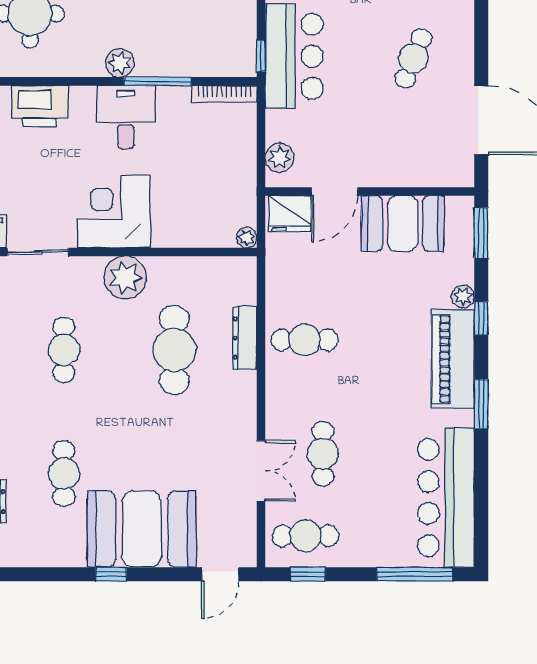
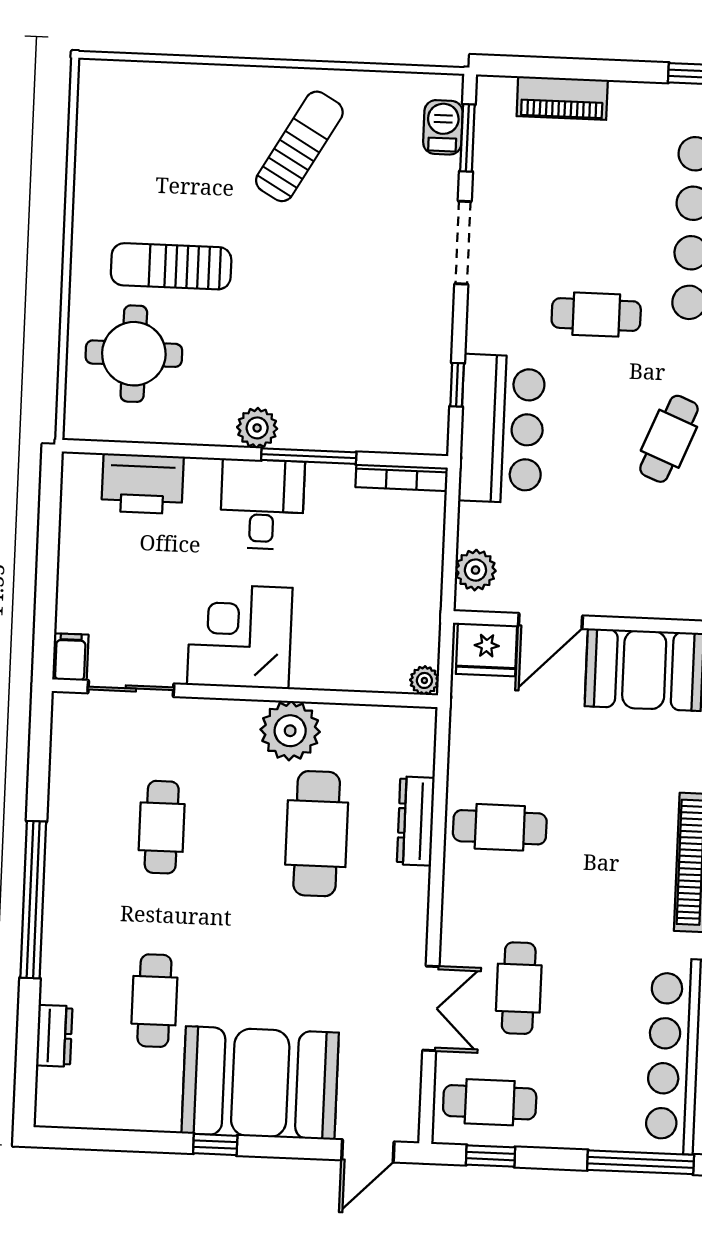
window: (261, 56) -> (457, 385), moved
plant: (125, 277) -> (290, 731), moved

